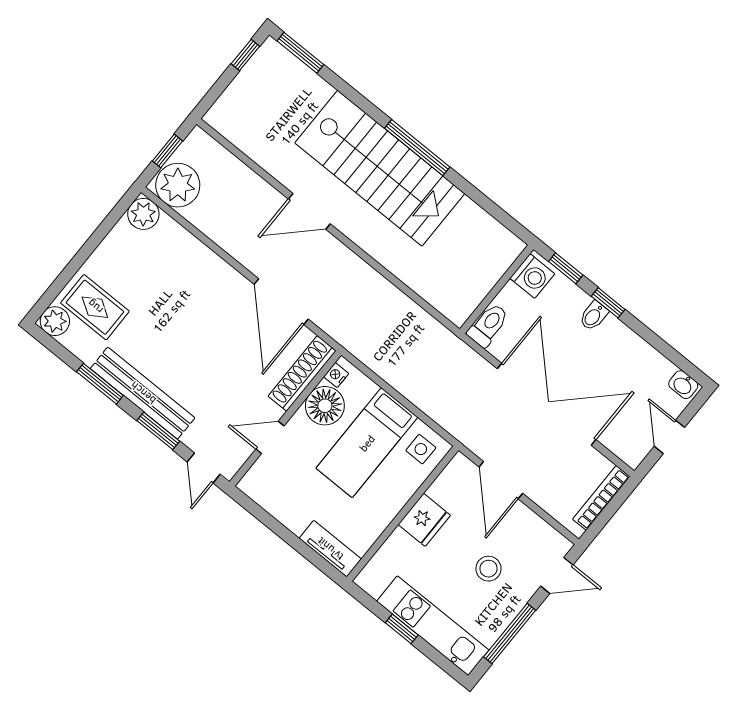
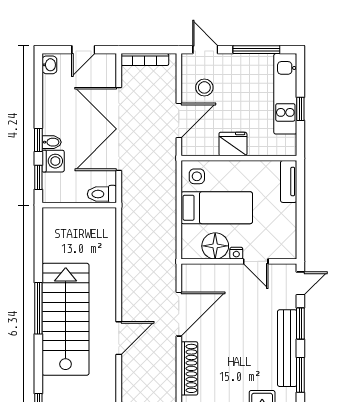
door: (309, 211) -> (119, 338), hinge flipped
washing machine: (532, 276) -> (53, 161), moved, turned 90
shoe rack: (302, 373) -> (189, 368), moved, turned -90
nightstand: (336, 375) -> (236, 253), moved
stool: (488, 569) -> (204, 87), moved

